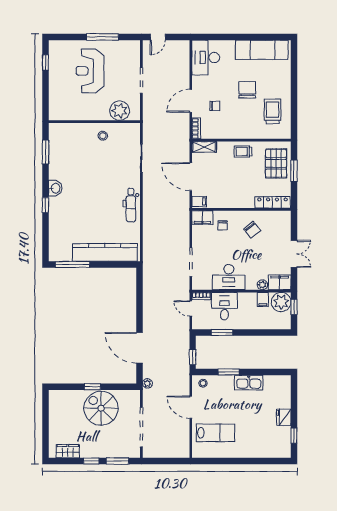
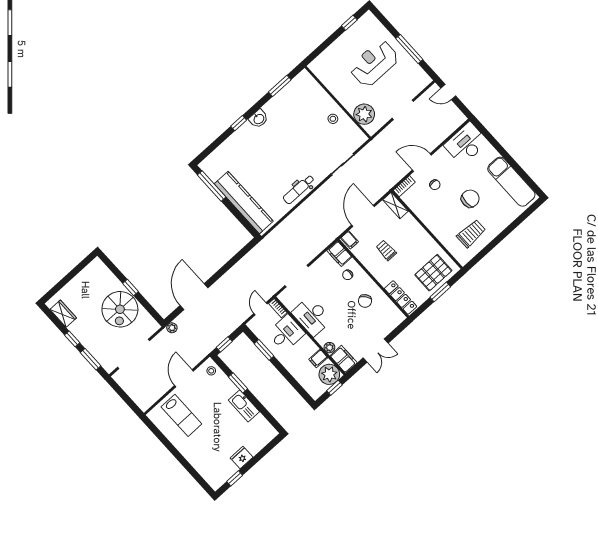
trolley: (243, 152) -> (386, 250), moved
spiral stairs: (101, 408) -> (120, 309), turned 180

